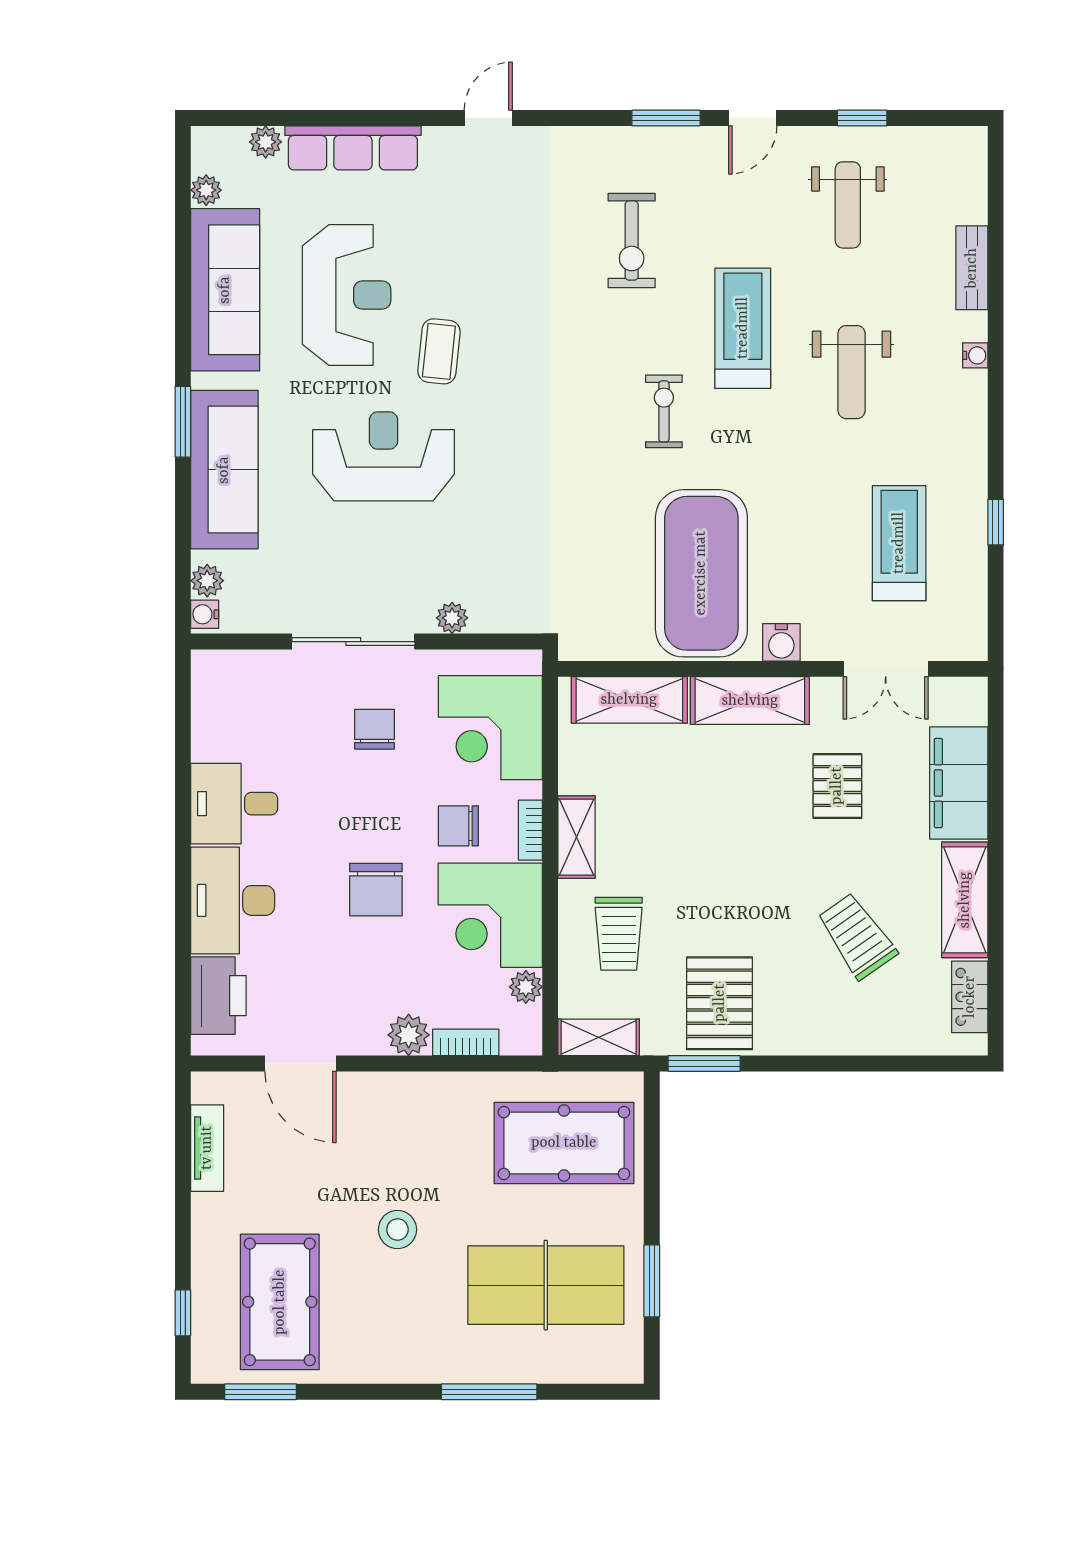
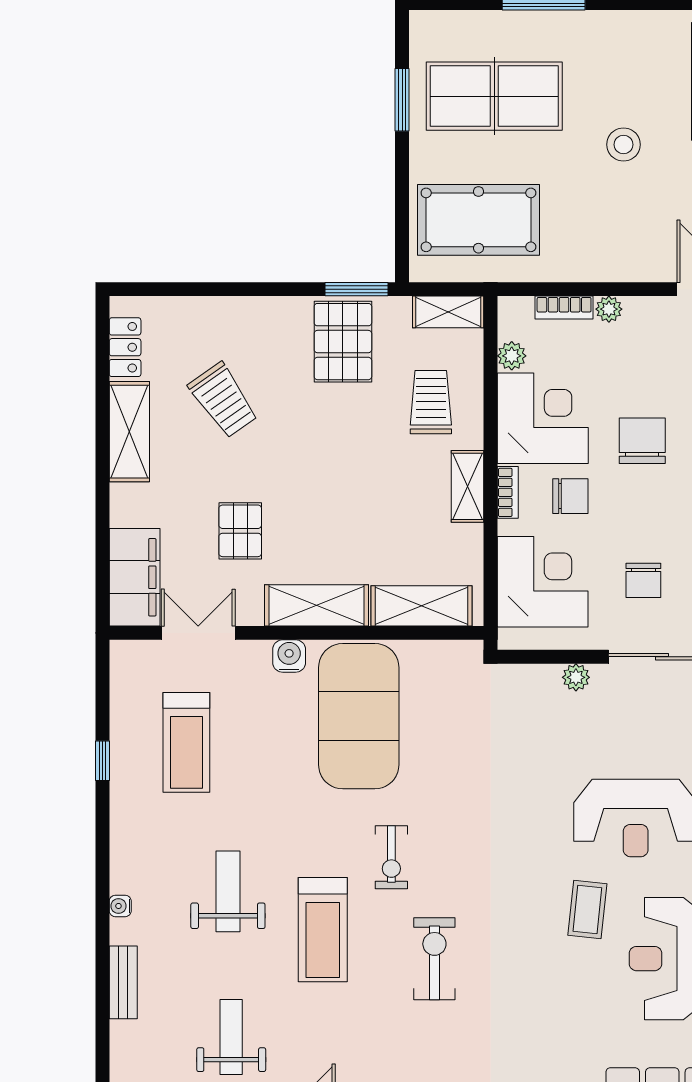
exercise bike: (632, 241) -> (434, 959), moved
filing cabinet: (959, 783) -> (135, 577), moved
plant: (409, 1035) -> (609, 309), width x0.73, depth x0.73

